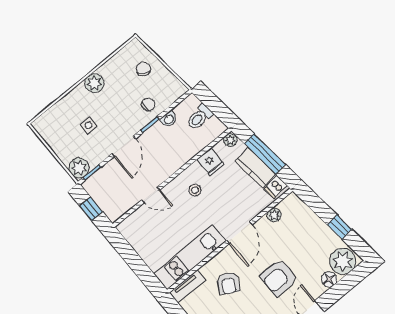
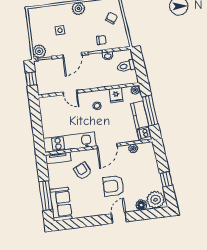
armchair: (228, 283) -> (82, 171), turned 126

